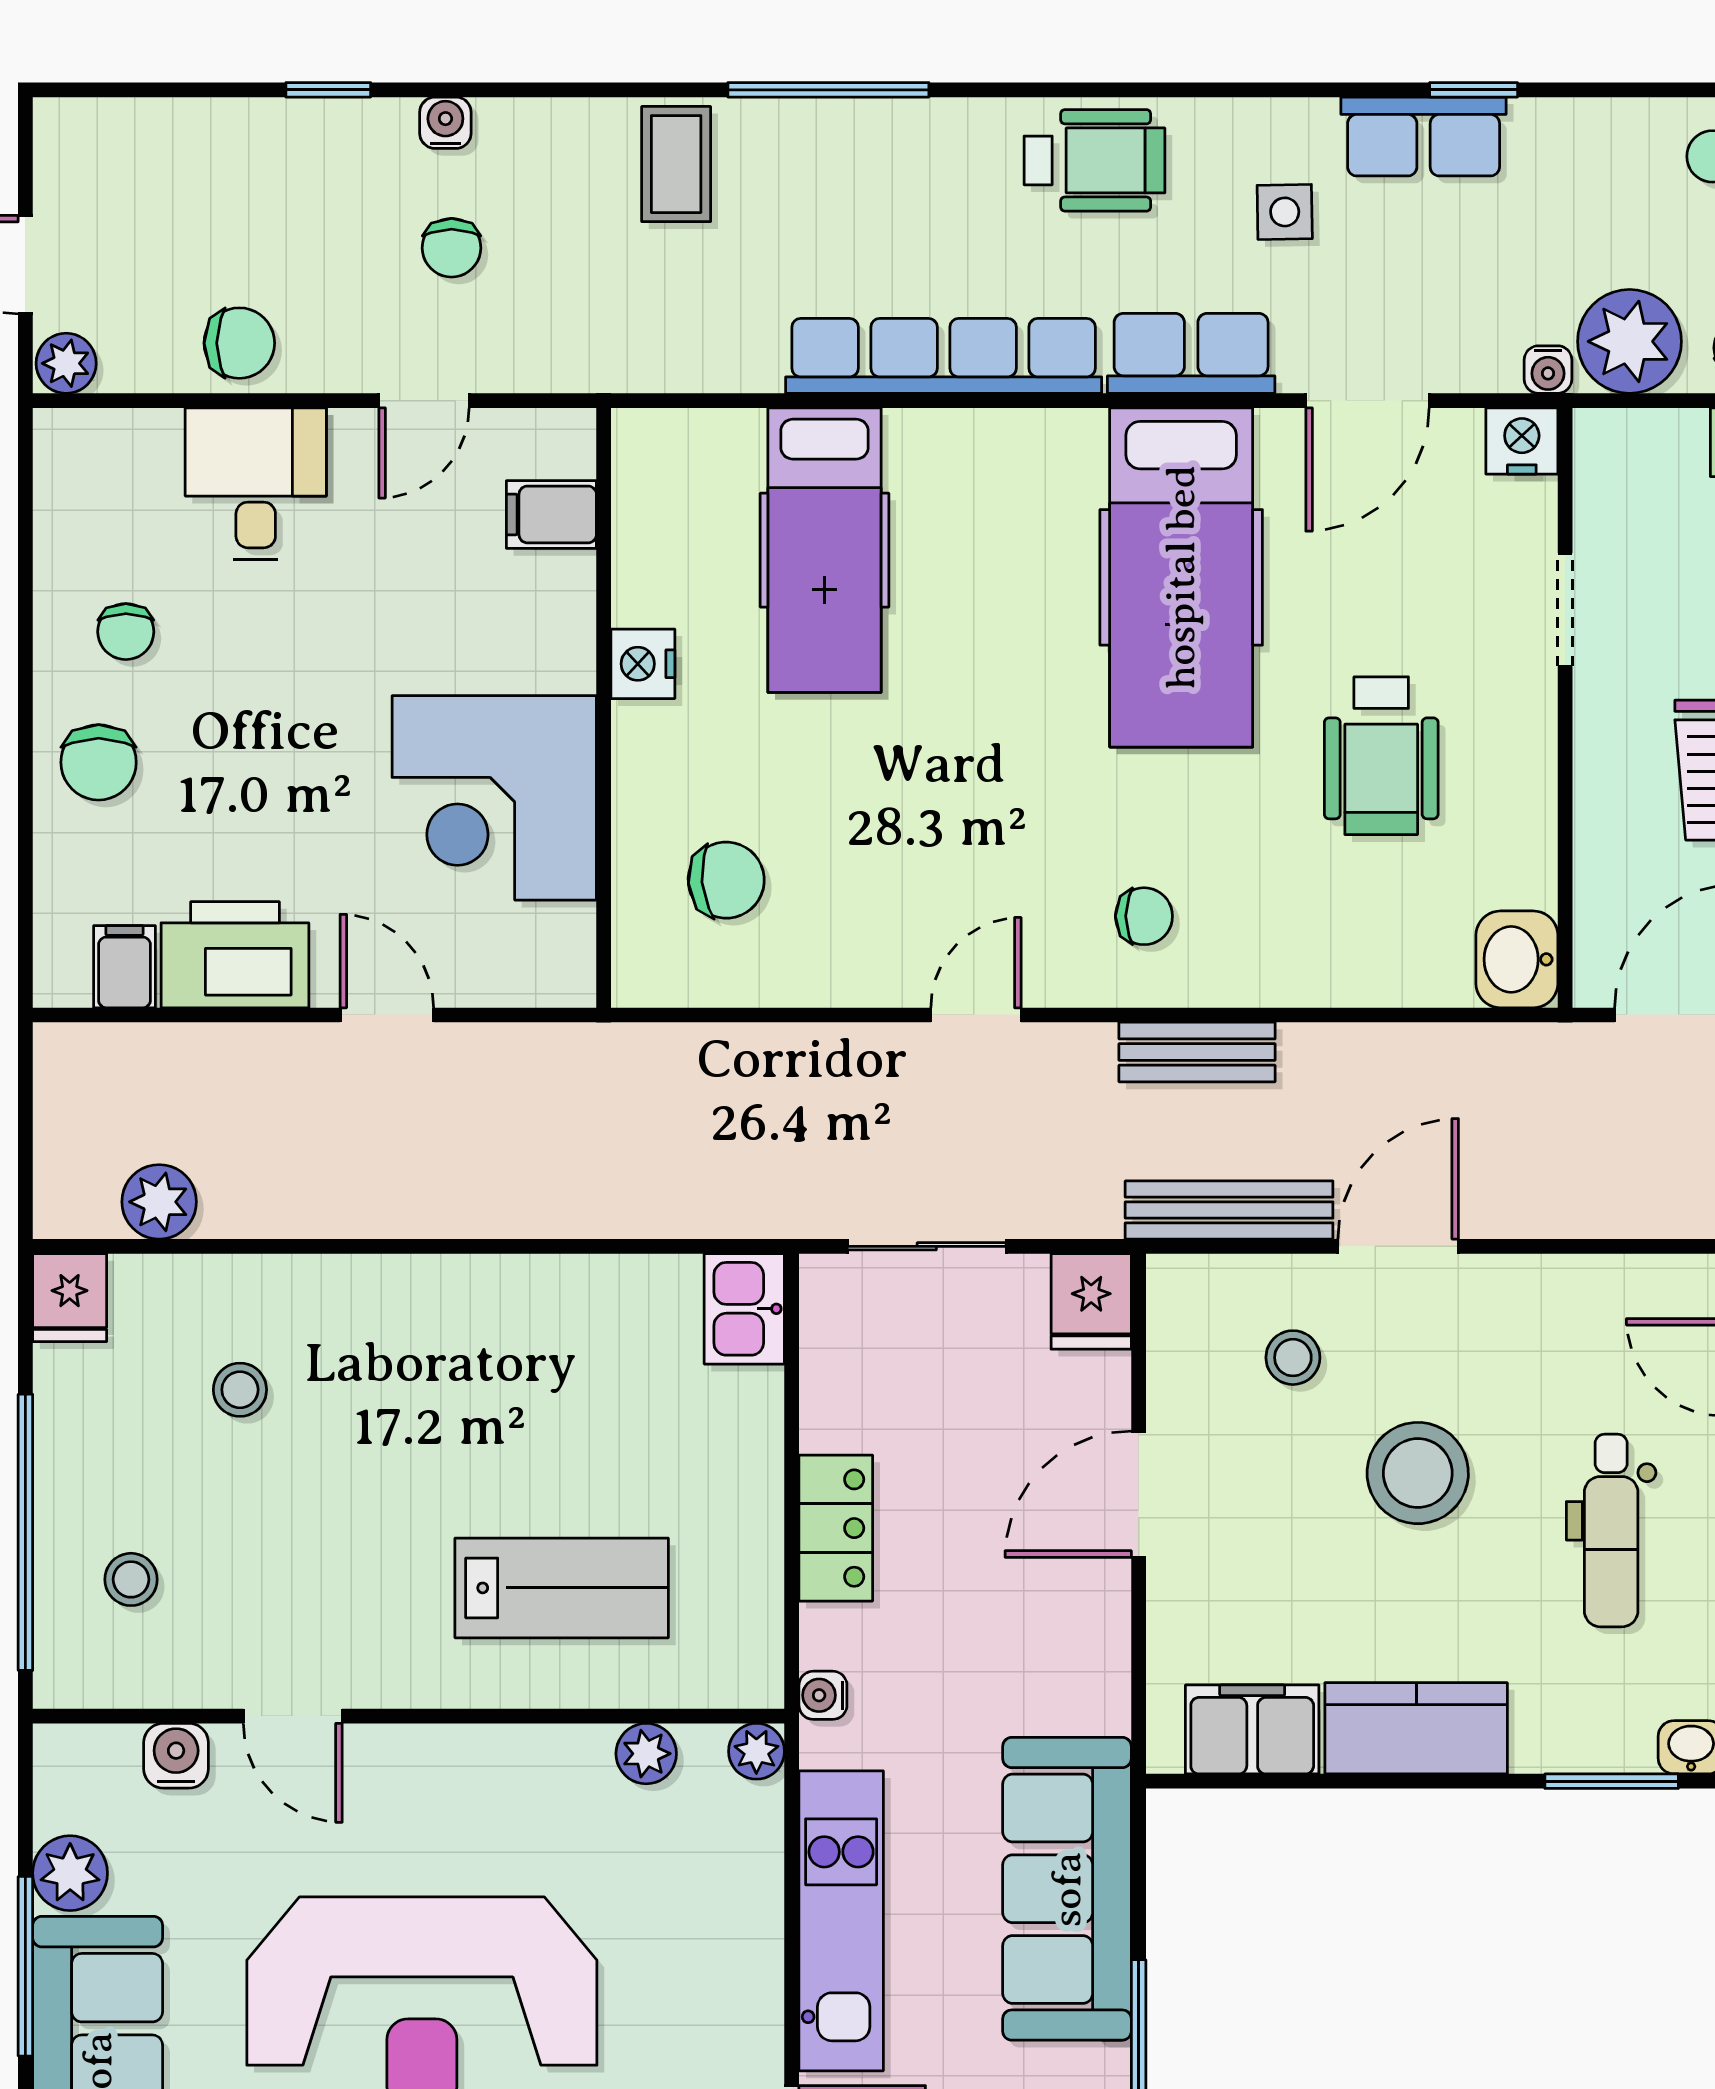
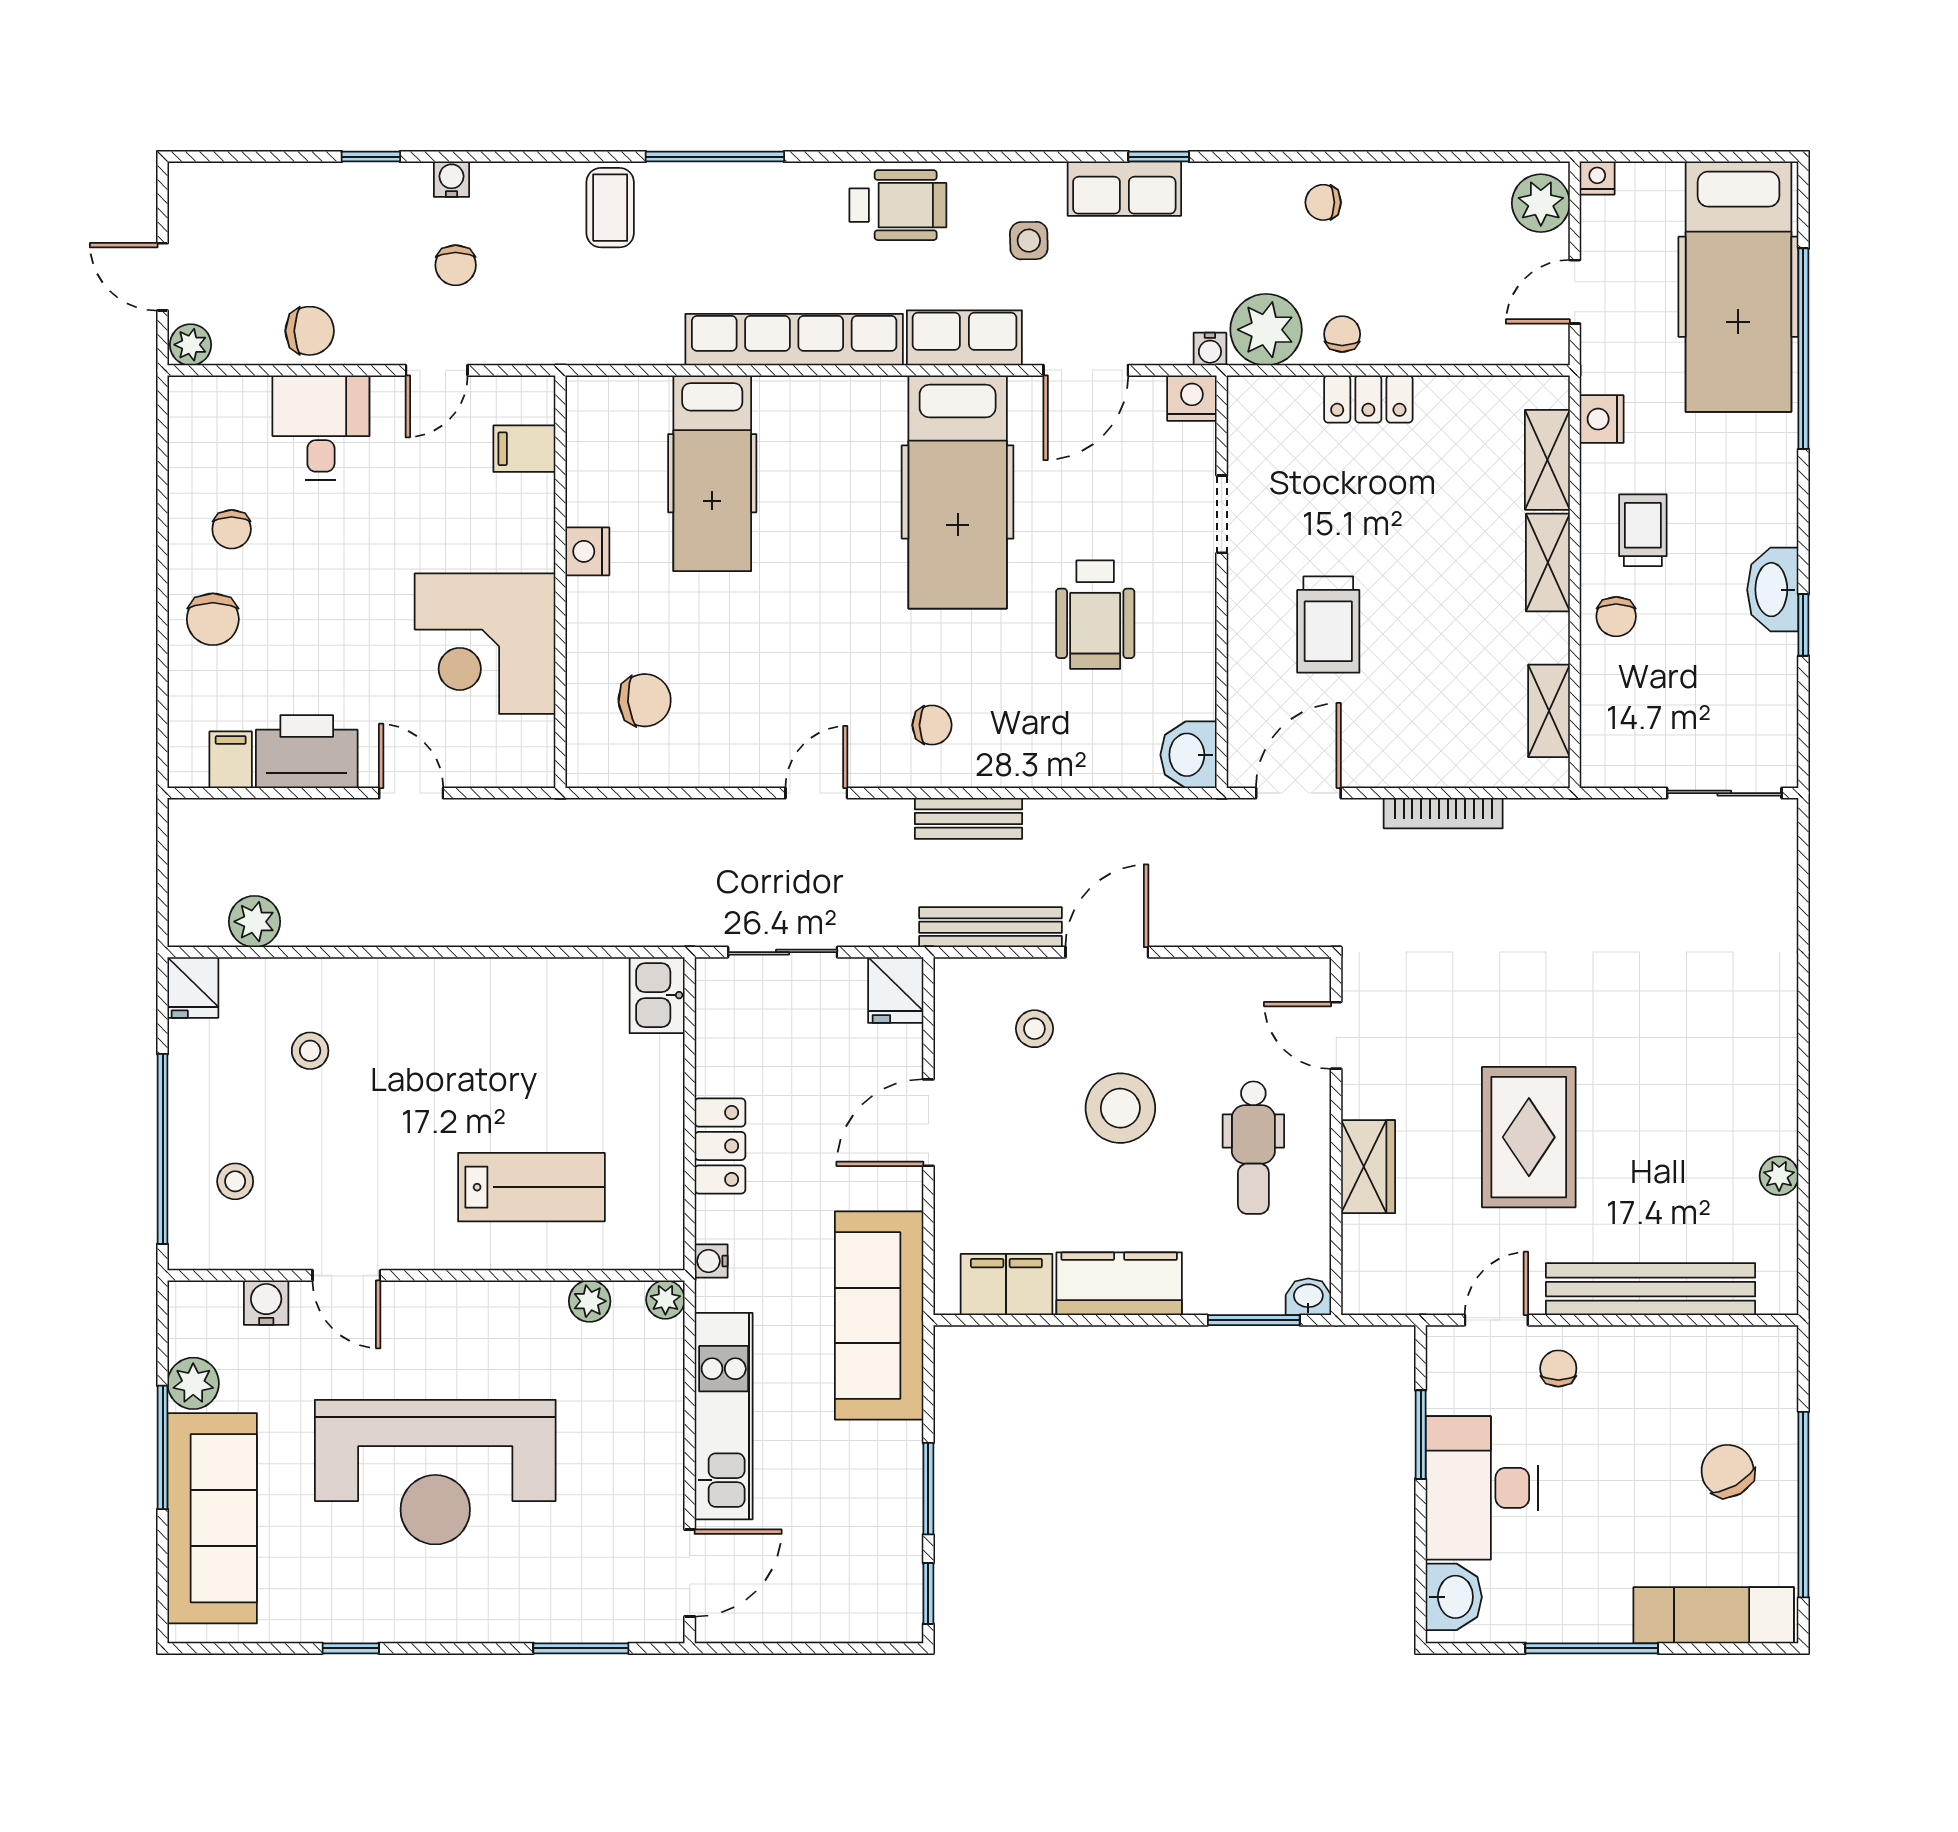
sofa: (1067, 1889) -> (879, 1315), moved

